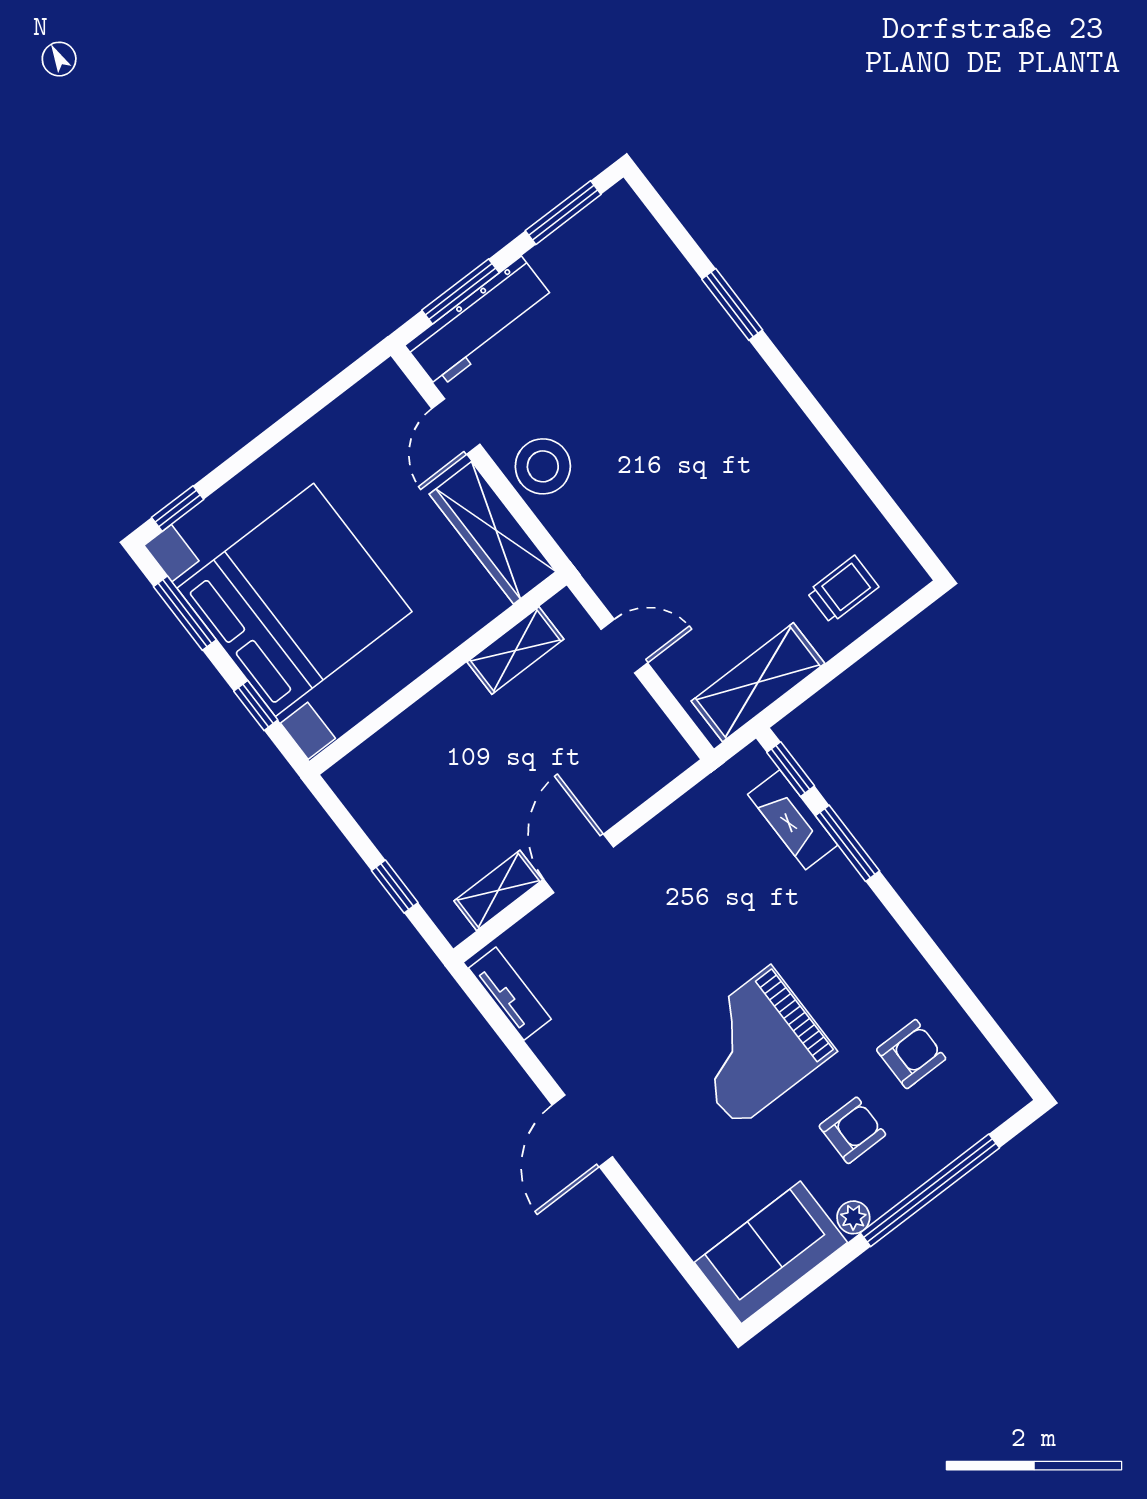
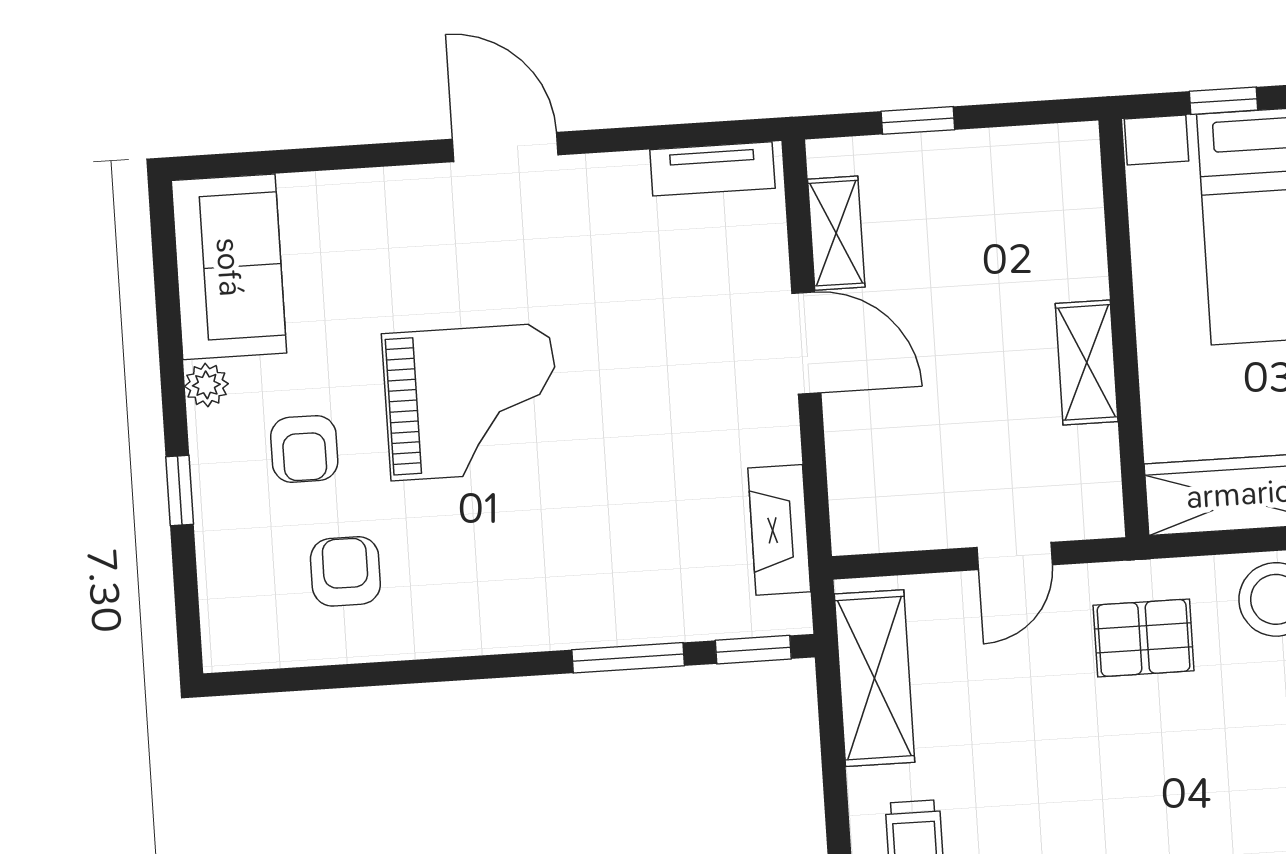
pallet: (622, 532) -> (1144, 638), added
shelving: (515, 651) -> (1087, 362), moved
fireplace: (793, 820) -> (779, 530), moved, turned -90
grand piano: (754, 1046) -> (471, 402), turned 90
armchair: (911, 1054) -> (345, 571), turned 180
window: (930, 1190) -> (180, 490), width x0.32

